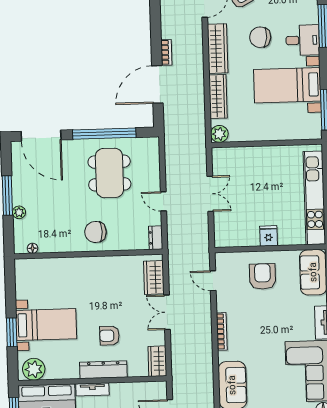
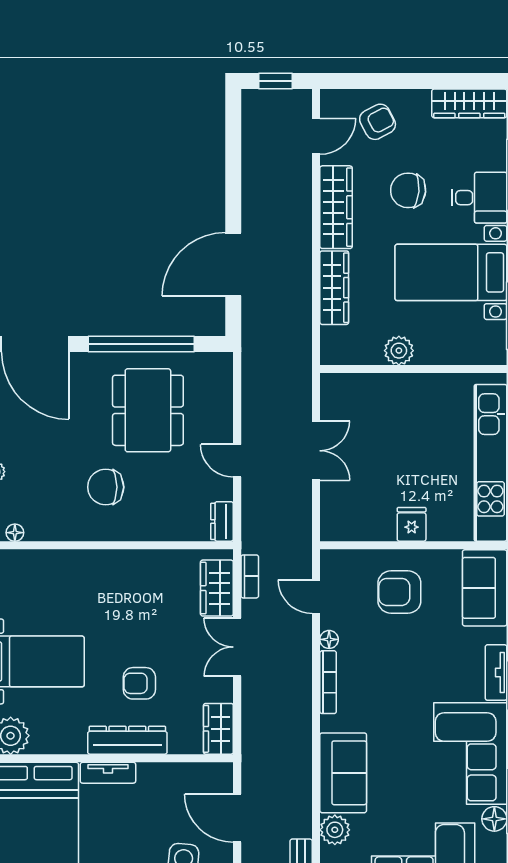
bookcase: (166, 52) -> (250, 576), moved
plant: (219, 134) -> (399, 351), moved
chair: (95, 232) -> (106, 487), moved
armchair: (263, 276) -> (399, 592), turned -90
floor lamp: (222, 306) -> (329, 639), added

